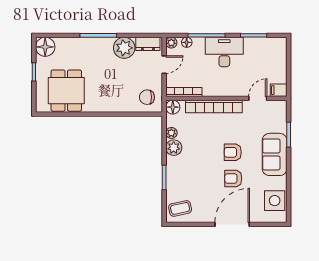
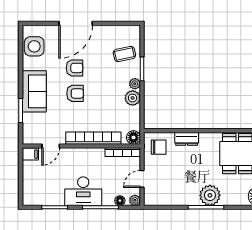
dresser: (148, 44) -> (187, 139), moved, turned 180
plant: (124, 48) -> (210, 195), moved
plant: (171, 133) -> (135, 84), moved
coffee table: (180, 208) -> (124, 54), moved

